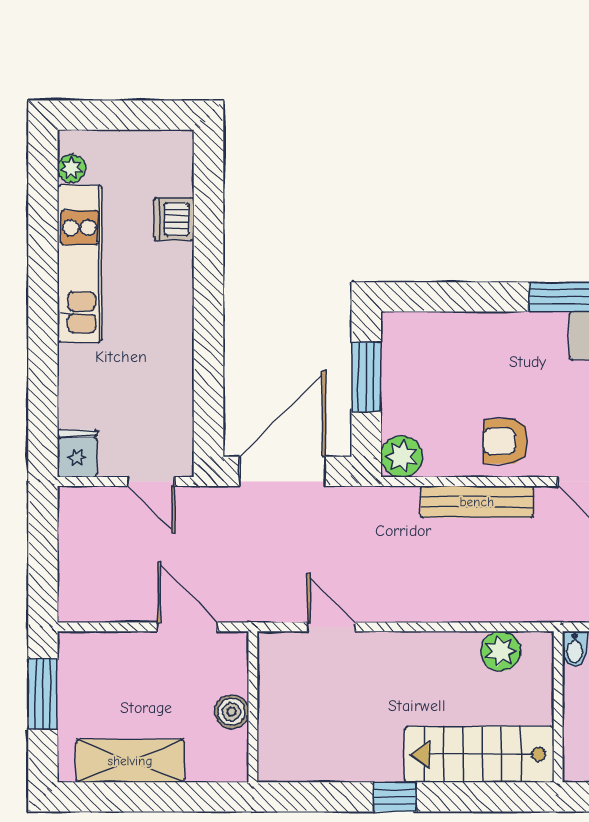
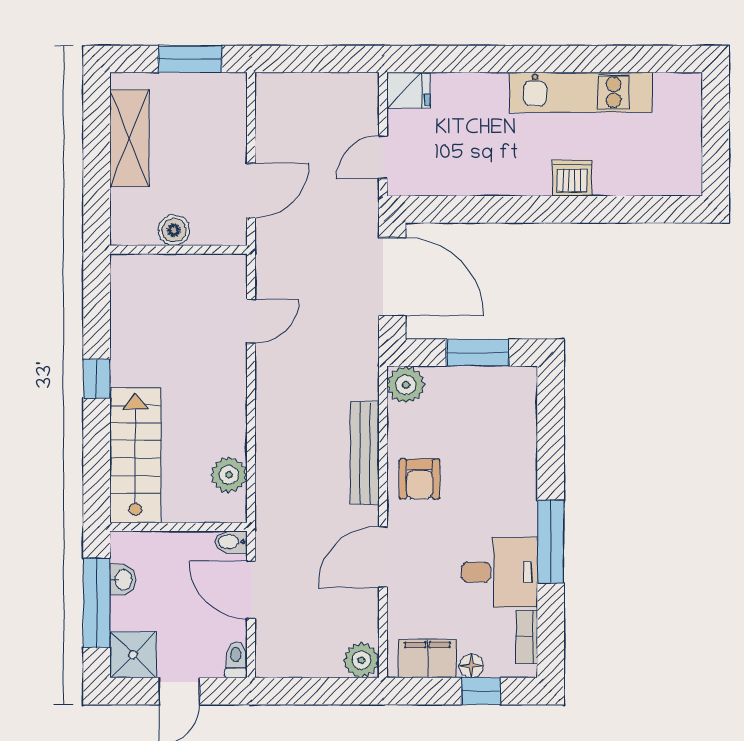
plant: (71, 168) -> (667, 85), removed
dishwasher: (174, 219) -> (572, 178), moved
armchair: (505, 441) -> (420, 479), turned 180

